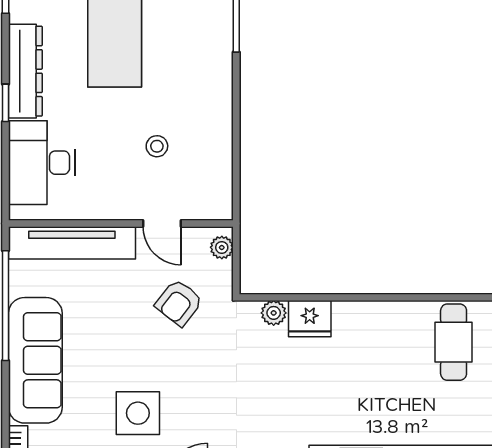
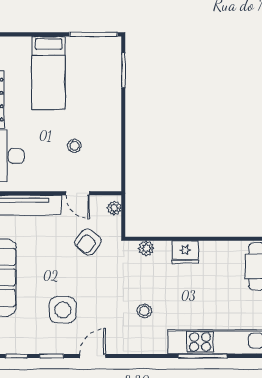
fridge: (310, 319) -> (185, 252), moved
stool: (270, 415) -> (144, 311), added

